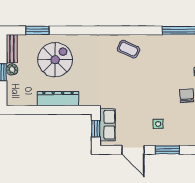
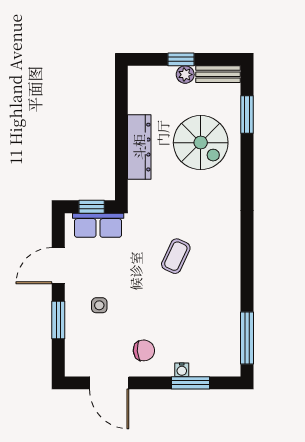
coffee table: (129, 49) -> (176, 256), moved

